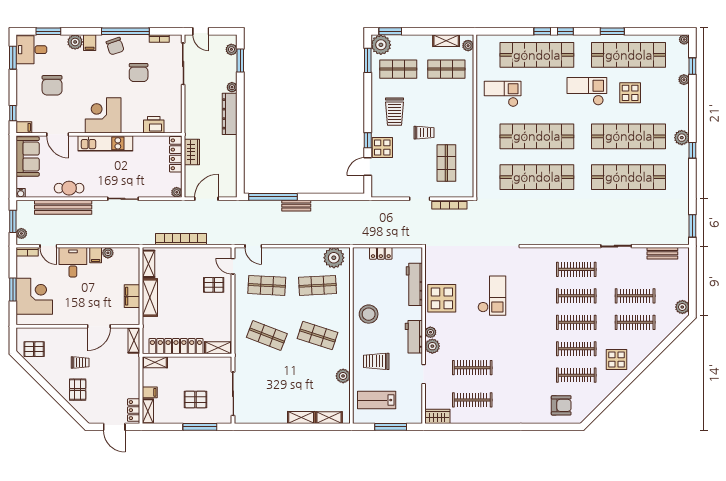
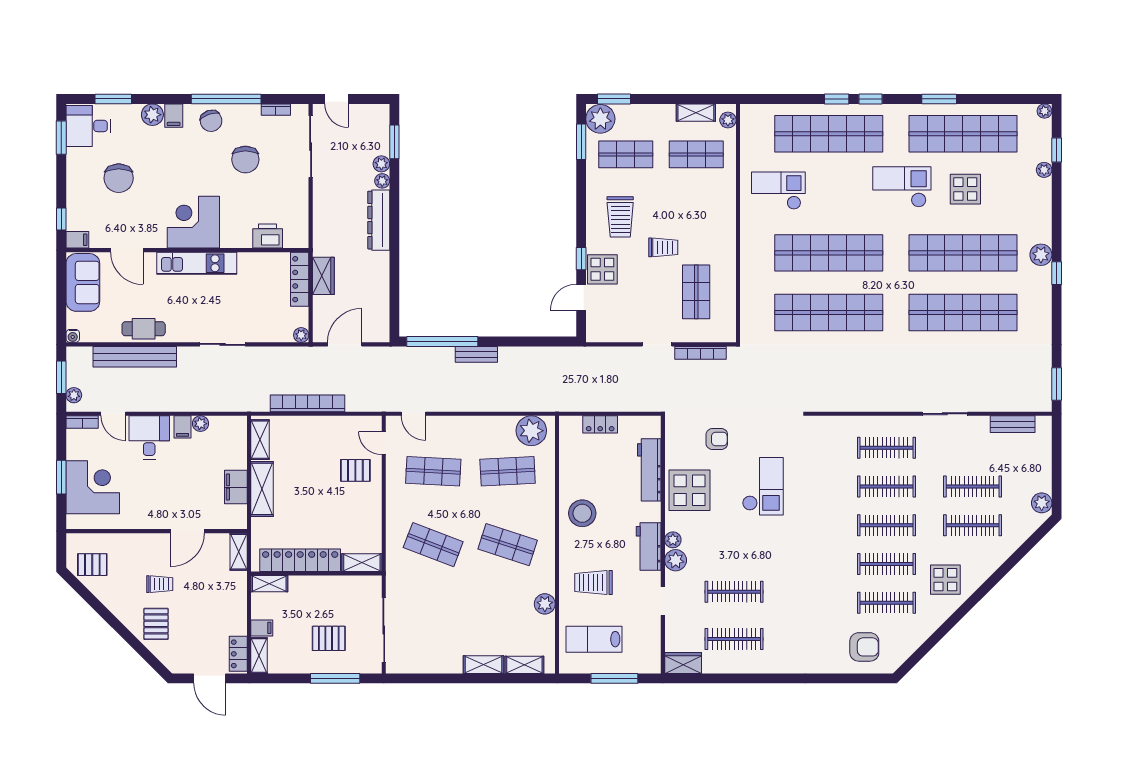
plant: (231, 49) -> (381, 164), moved
armchair: (460, 263) -> (717, 439), added

